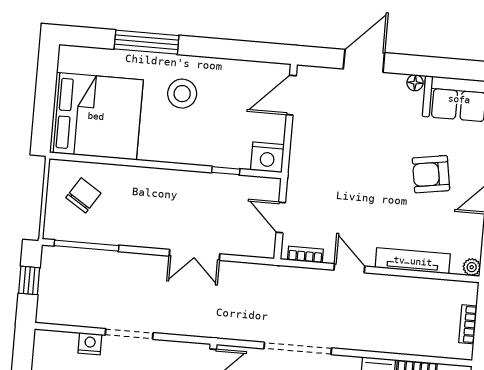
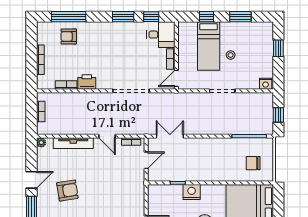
nightstand: (267, 157) -> (192, 192), moved
chair: (83, 195) -> (253, 163), turned 57
door: (281, 218) -> (146, 160), hinge flipped
double door: (194, 255) -> (170, 136), moved
nightstand: (90, 344) -> (266, 84), moved

